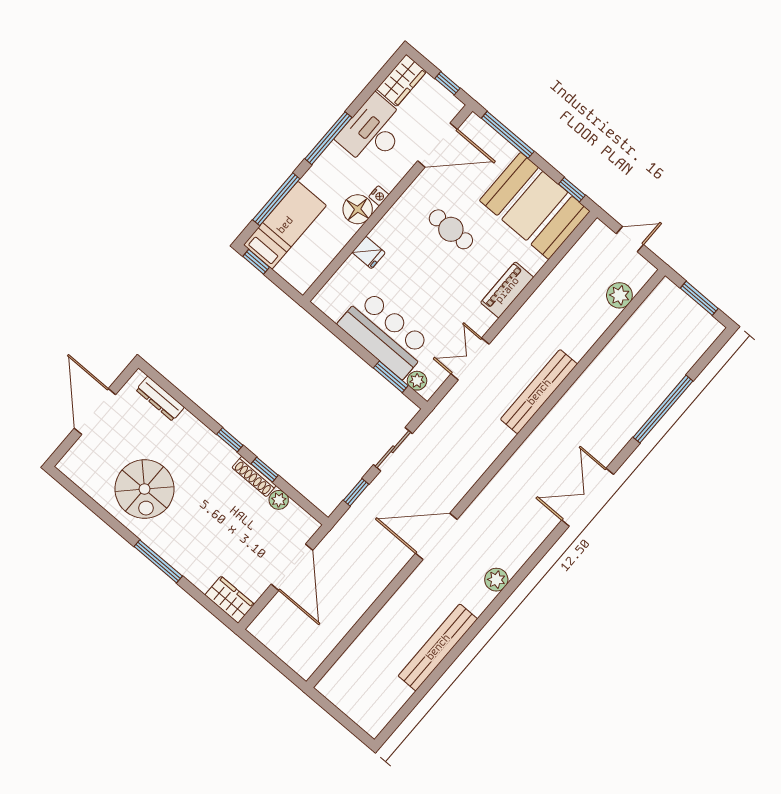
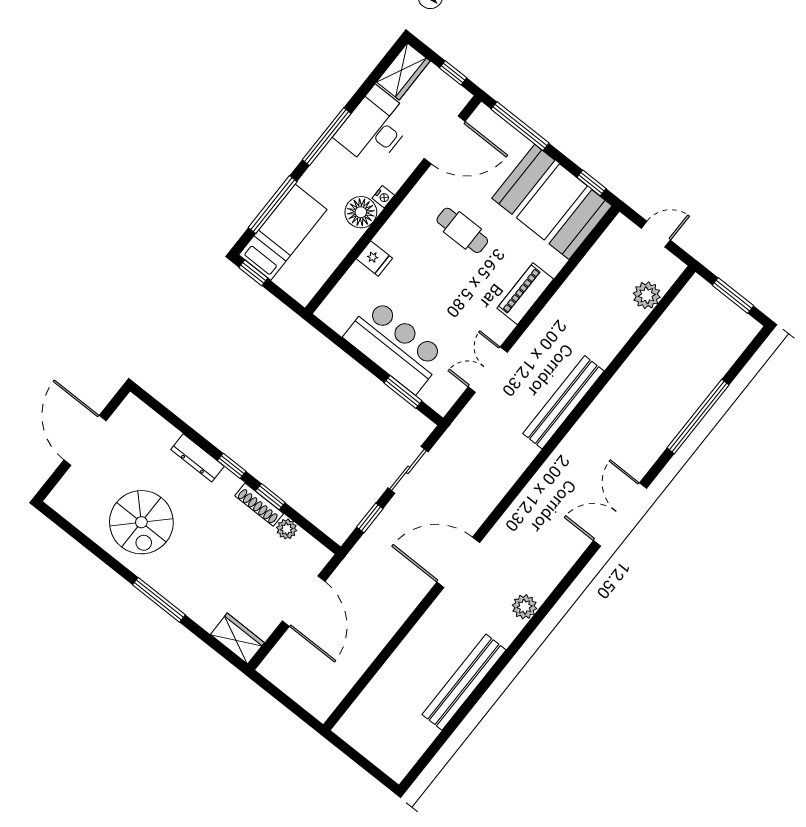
plant: (417, 381) -> (431, 395), removed
dresser: (160, 399) -> (197, 458), moved

